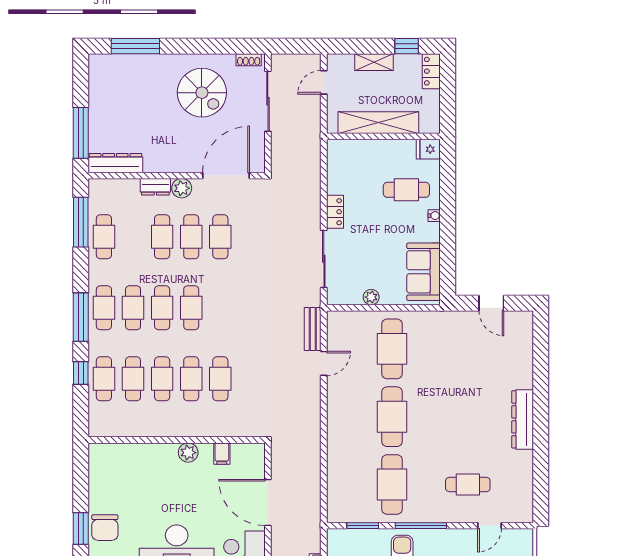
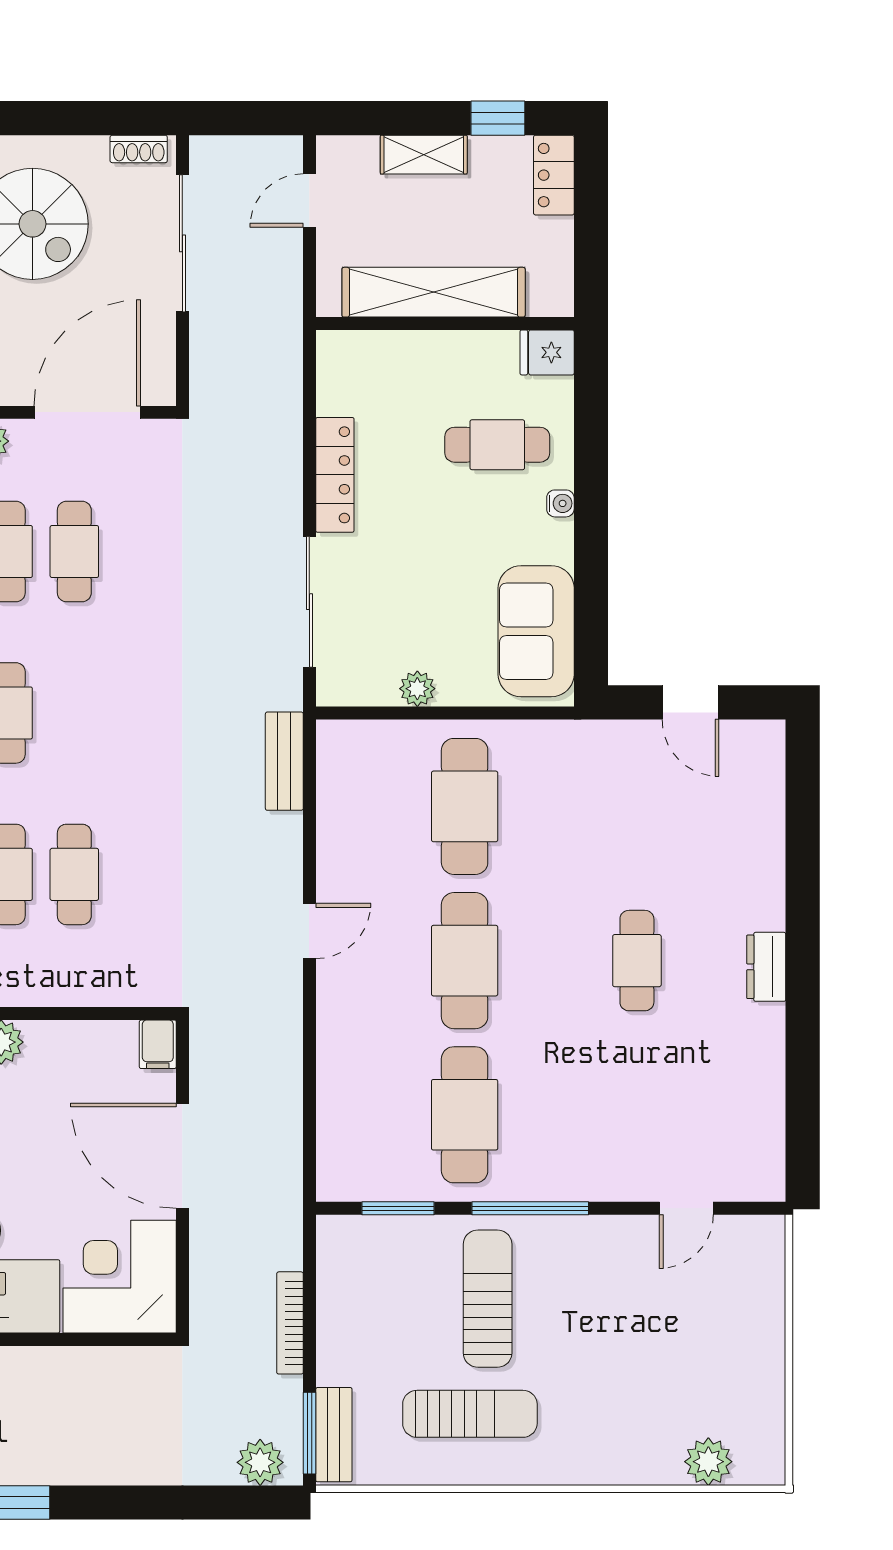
locker: (335, 212) -> (335, 475), width x1.53
door: (324, 363) -> (309, 931), moved
dresser: (523, 419) -> (766, 967), width x0.51, depth x0.80
filing cabinet: (222, 454) -> (158, 1044), moved
cafe table: (468, 485) -> (637, 961), moved, turned 90

